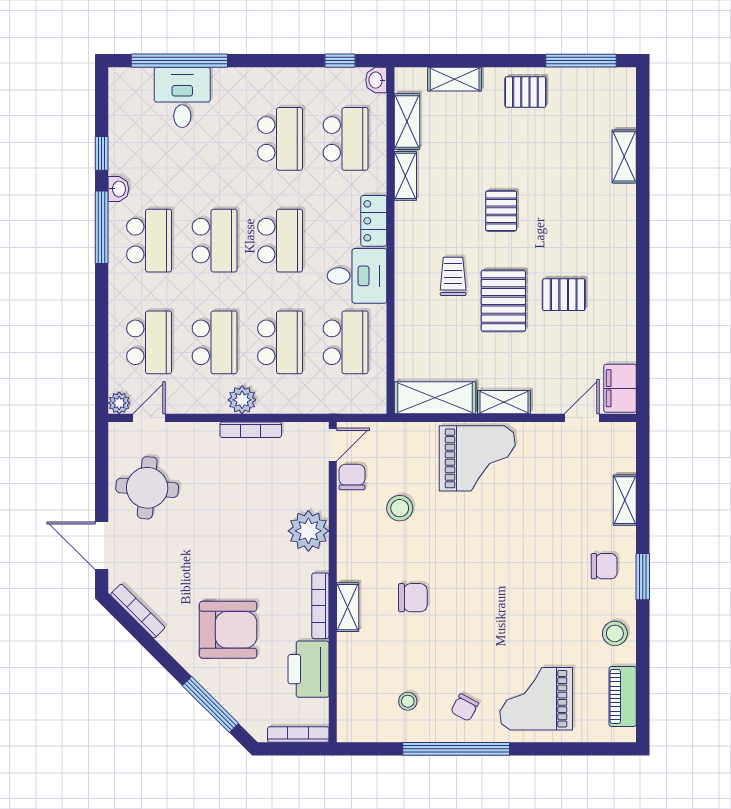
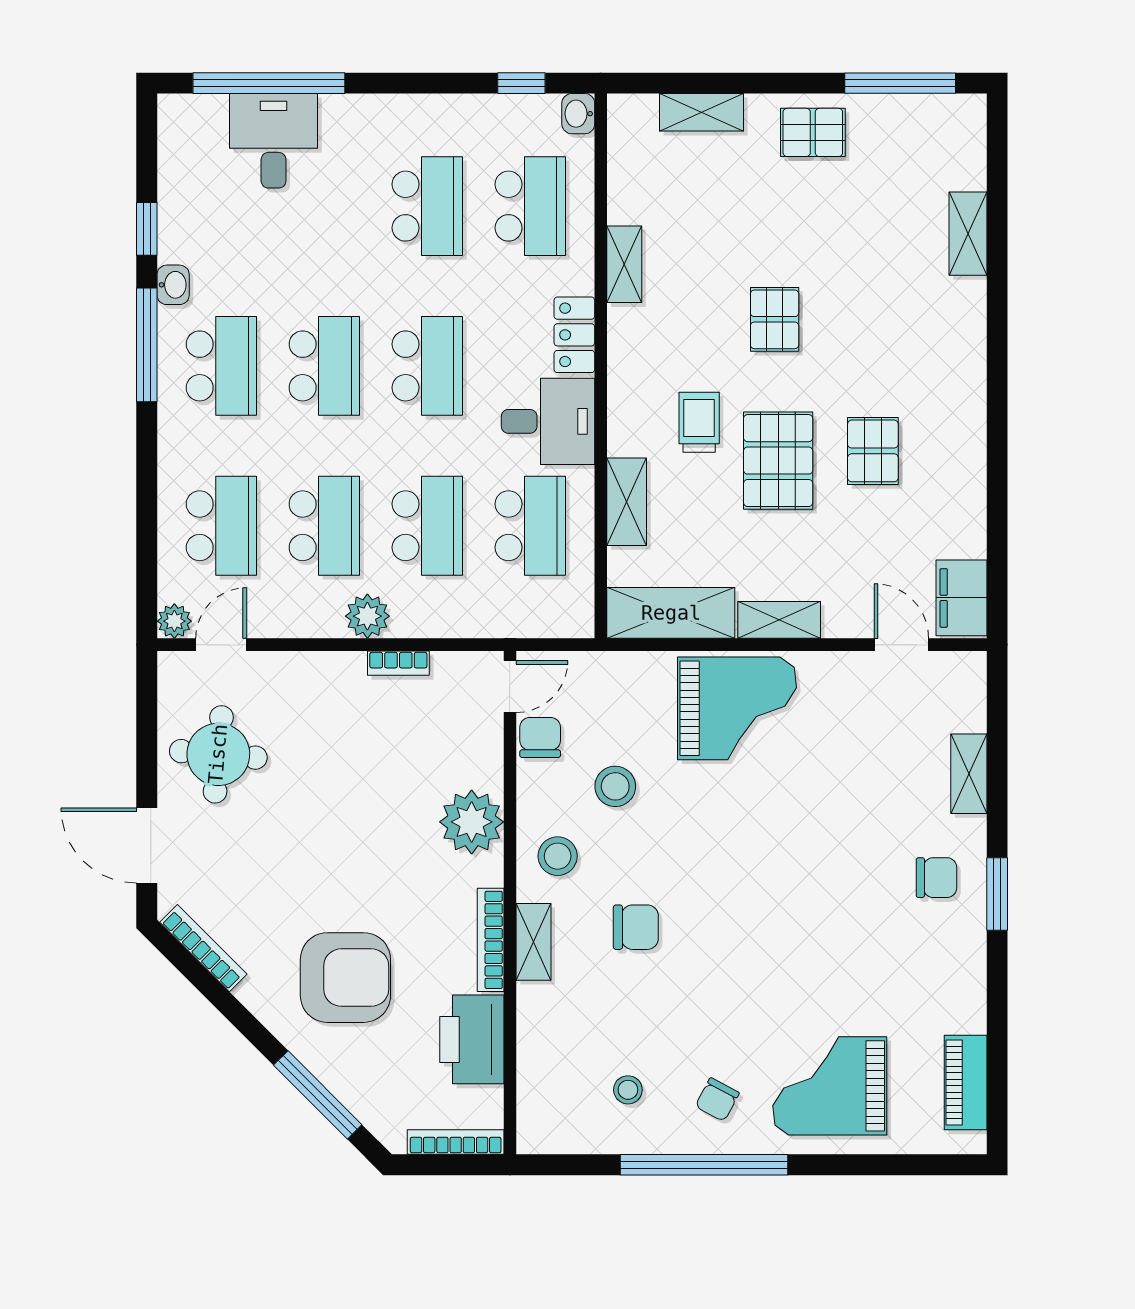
shelving: (407, 121) -> (627, 502), moved
pallet: (564, 295) -> (873, 451), turned 90
door: (582, 418) -> (901, 645), hinge flipped
bookcase: (251, 430) -> (398, 663), width x0.64
stool: (615, 633) -> (558, 856), moved

